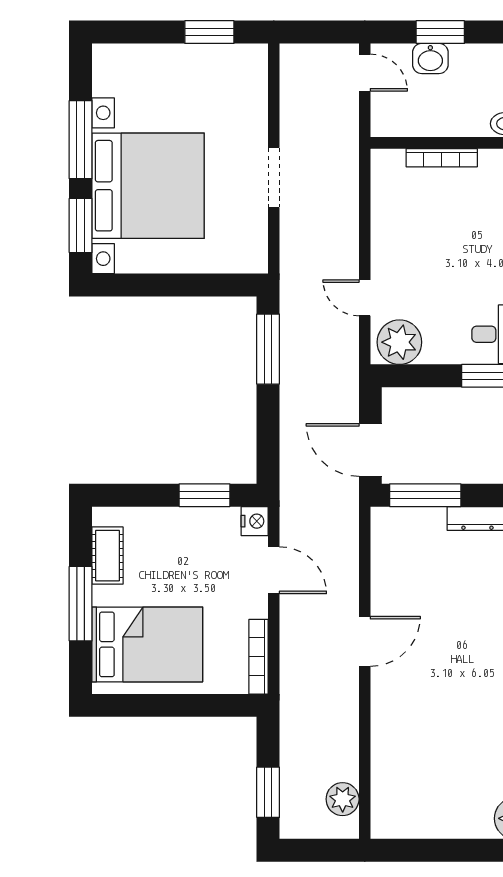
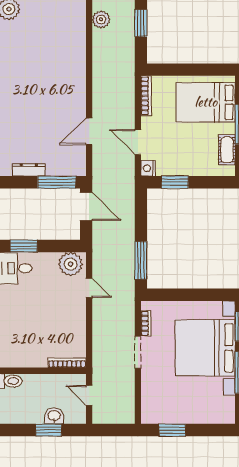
door: (365, 73) -> (89, 395), moved
bookcase: (442, 158) -> (67, 363), moved
bookcase: (259, 232) -> (146, 323), added
door: (365, 641) -> (89, 131), moved

